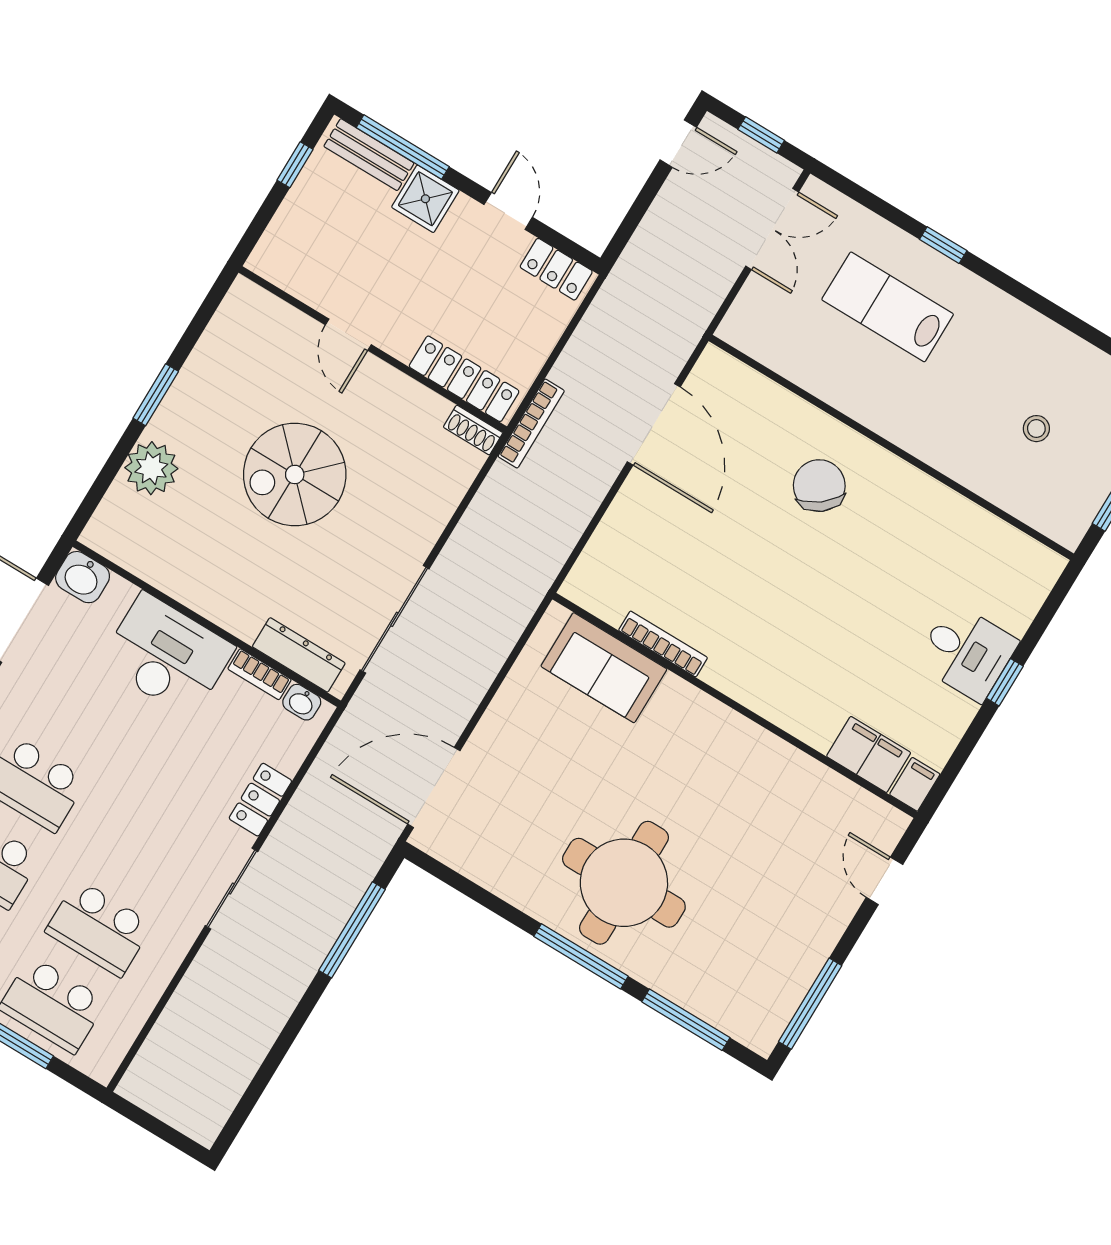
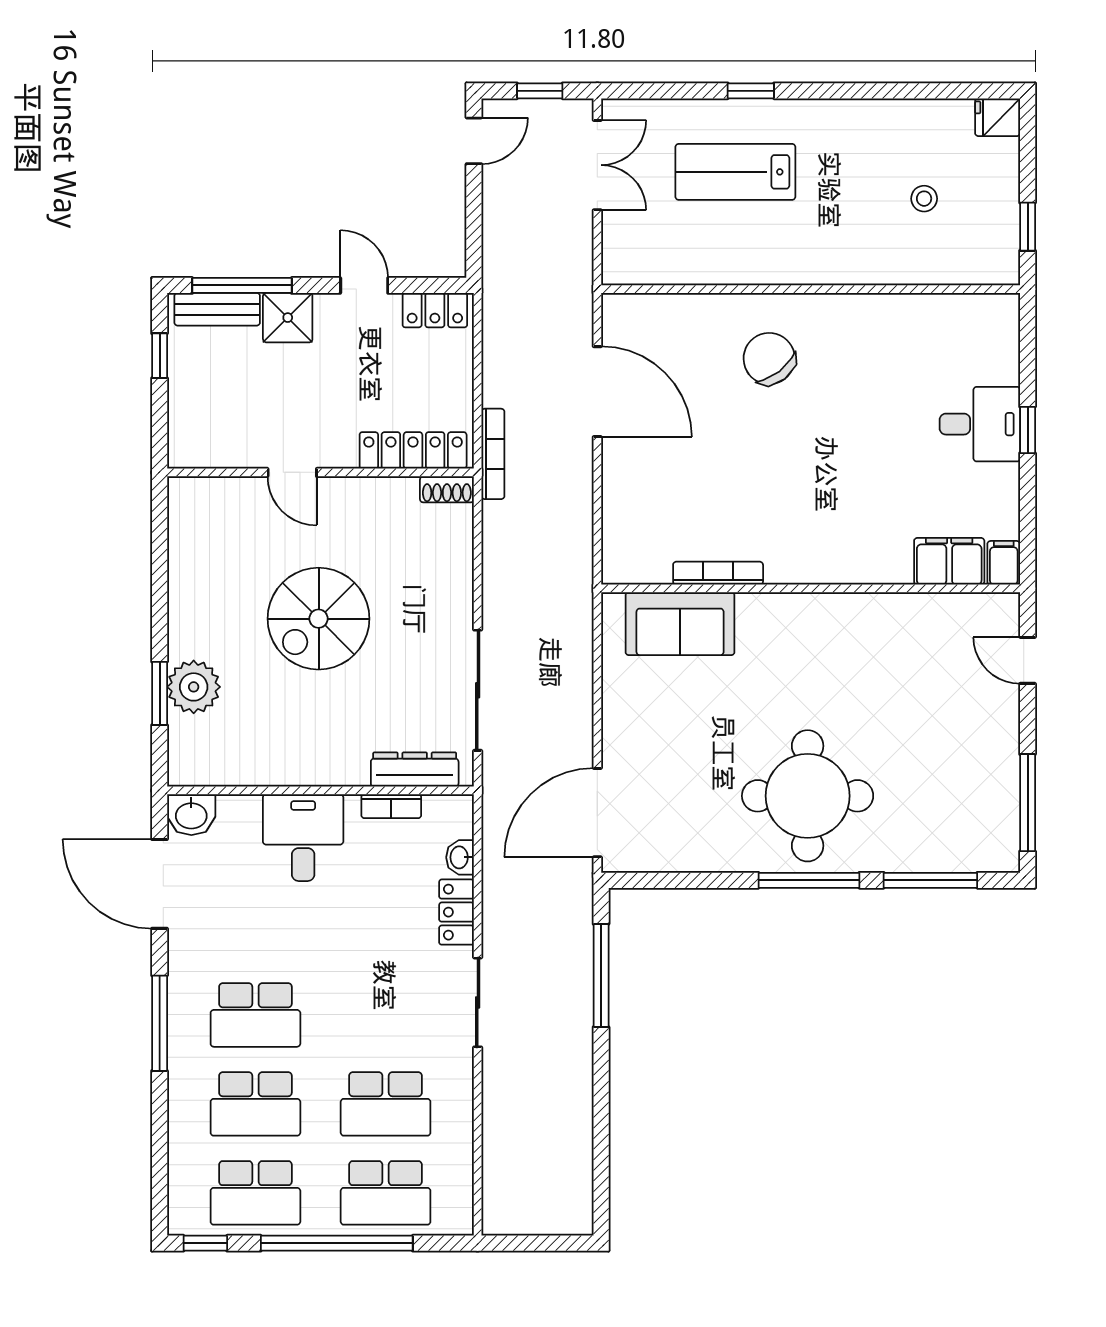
window: (156, 395) -> (160, 693), moved
desk: (167, 655) -> (303, 838), width x0.73
washbasin: (302, 702) -> (460, 857), moved, turned 90

